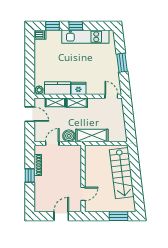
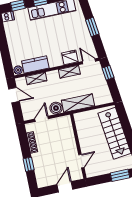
fridge: (78, 88) -> (70, 57), moved
shelving: (77, 103) -> (69, 72), moved
window: (128, 111) -> (108, 73), added
window: (30, 176) -> (29, 164), moved

